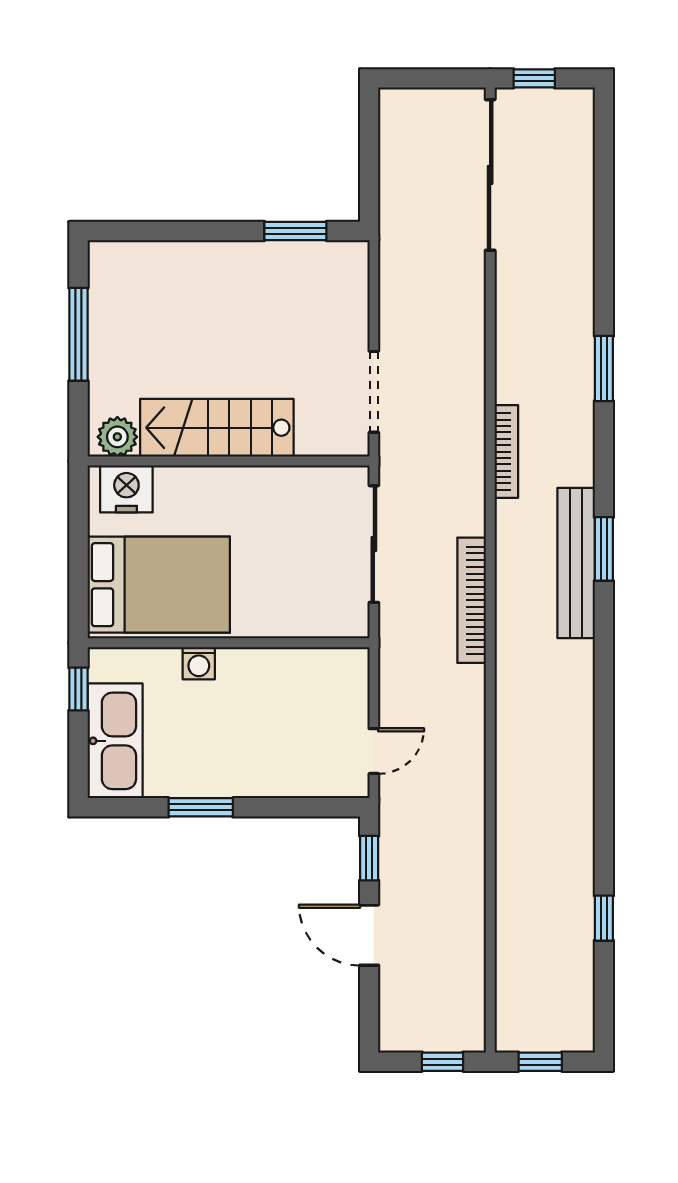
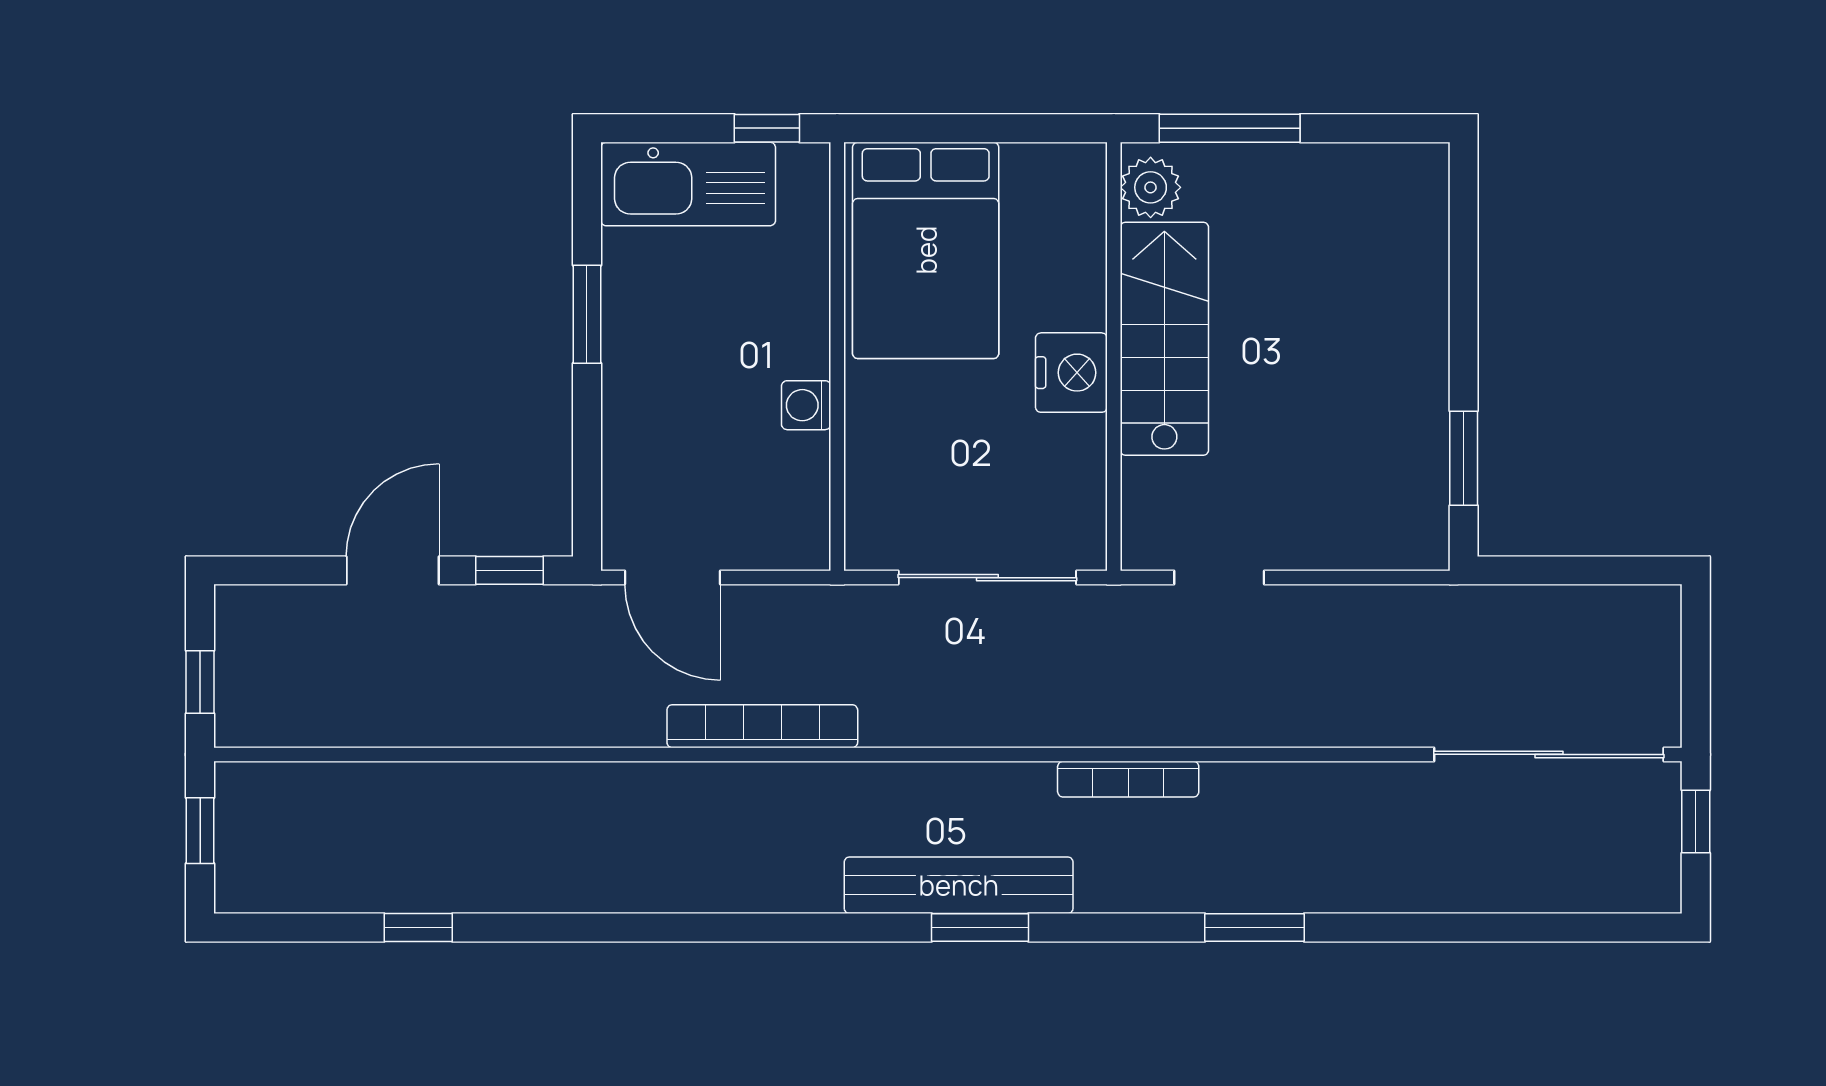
window: (78, 334) -> (1230, 128), moved
doorway: (374, 392) -> (1219, 578), width x0.73
nightstand: (126, 489) -> (1071, 373), moved
bookcase: (472, 600) -> (762, 726), moved
washing machine: (199, 663) -> (806, 405), moved
door: (374, 751) -> (673, 578), width x1.38

